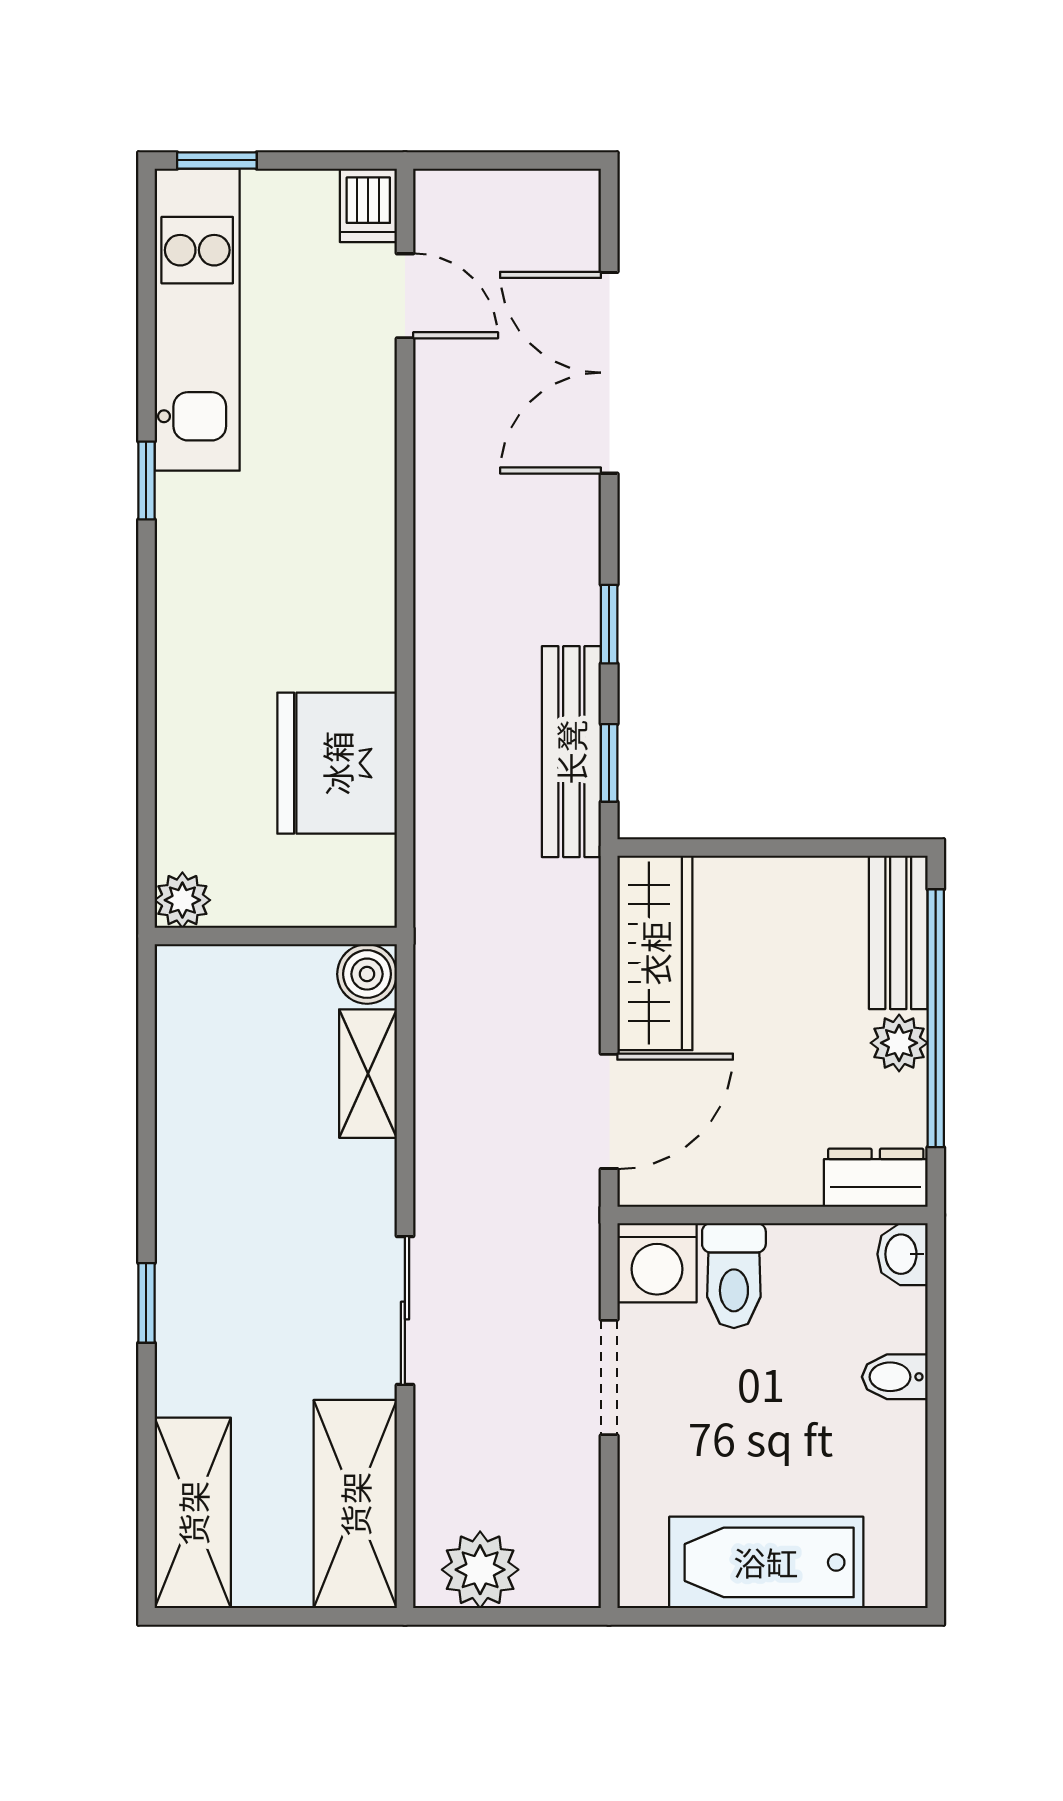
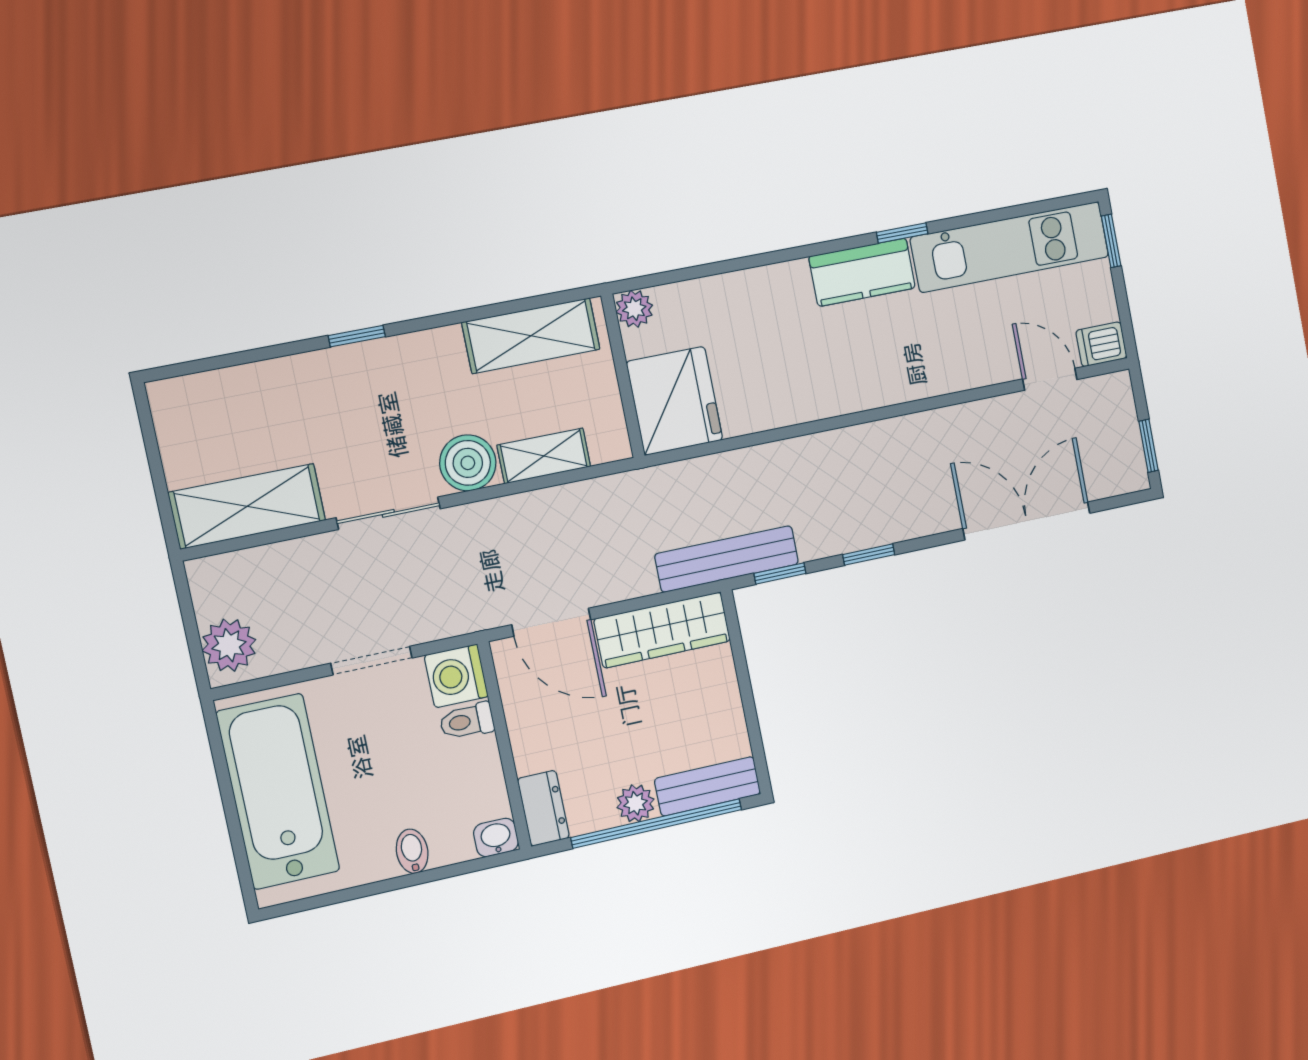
window: (535, 160) -> (1148, 446), added
door: (405, 296) -> (1050, 379), swing flipped
kitchen counter: (193, 552) -> (862, 272), added
bench: (571, 752) -> (727, 559), moved
fridge: (337, 763) -> (675, 401), moved, turned 90
boiler: (367, 974) -> (468, 463), moved, width x1.36, depth x1.36
toilet: (734, 1276) -> (467, 721), width x0.73, depth x0.72
shelving: (193, 1513) -> (531, 336), moved
bathtub: (766, 1562) -> (278, 791), width x1.36, depth x1.36
plant: (480, 1570) -> (229, 645), moved

